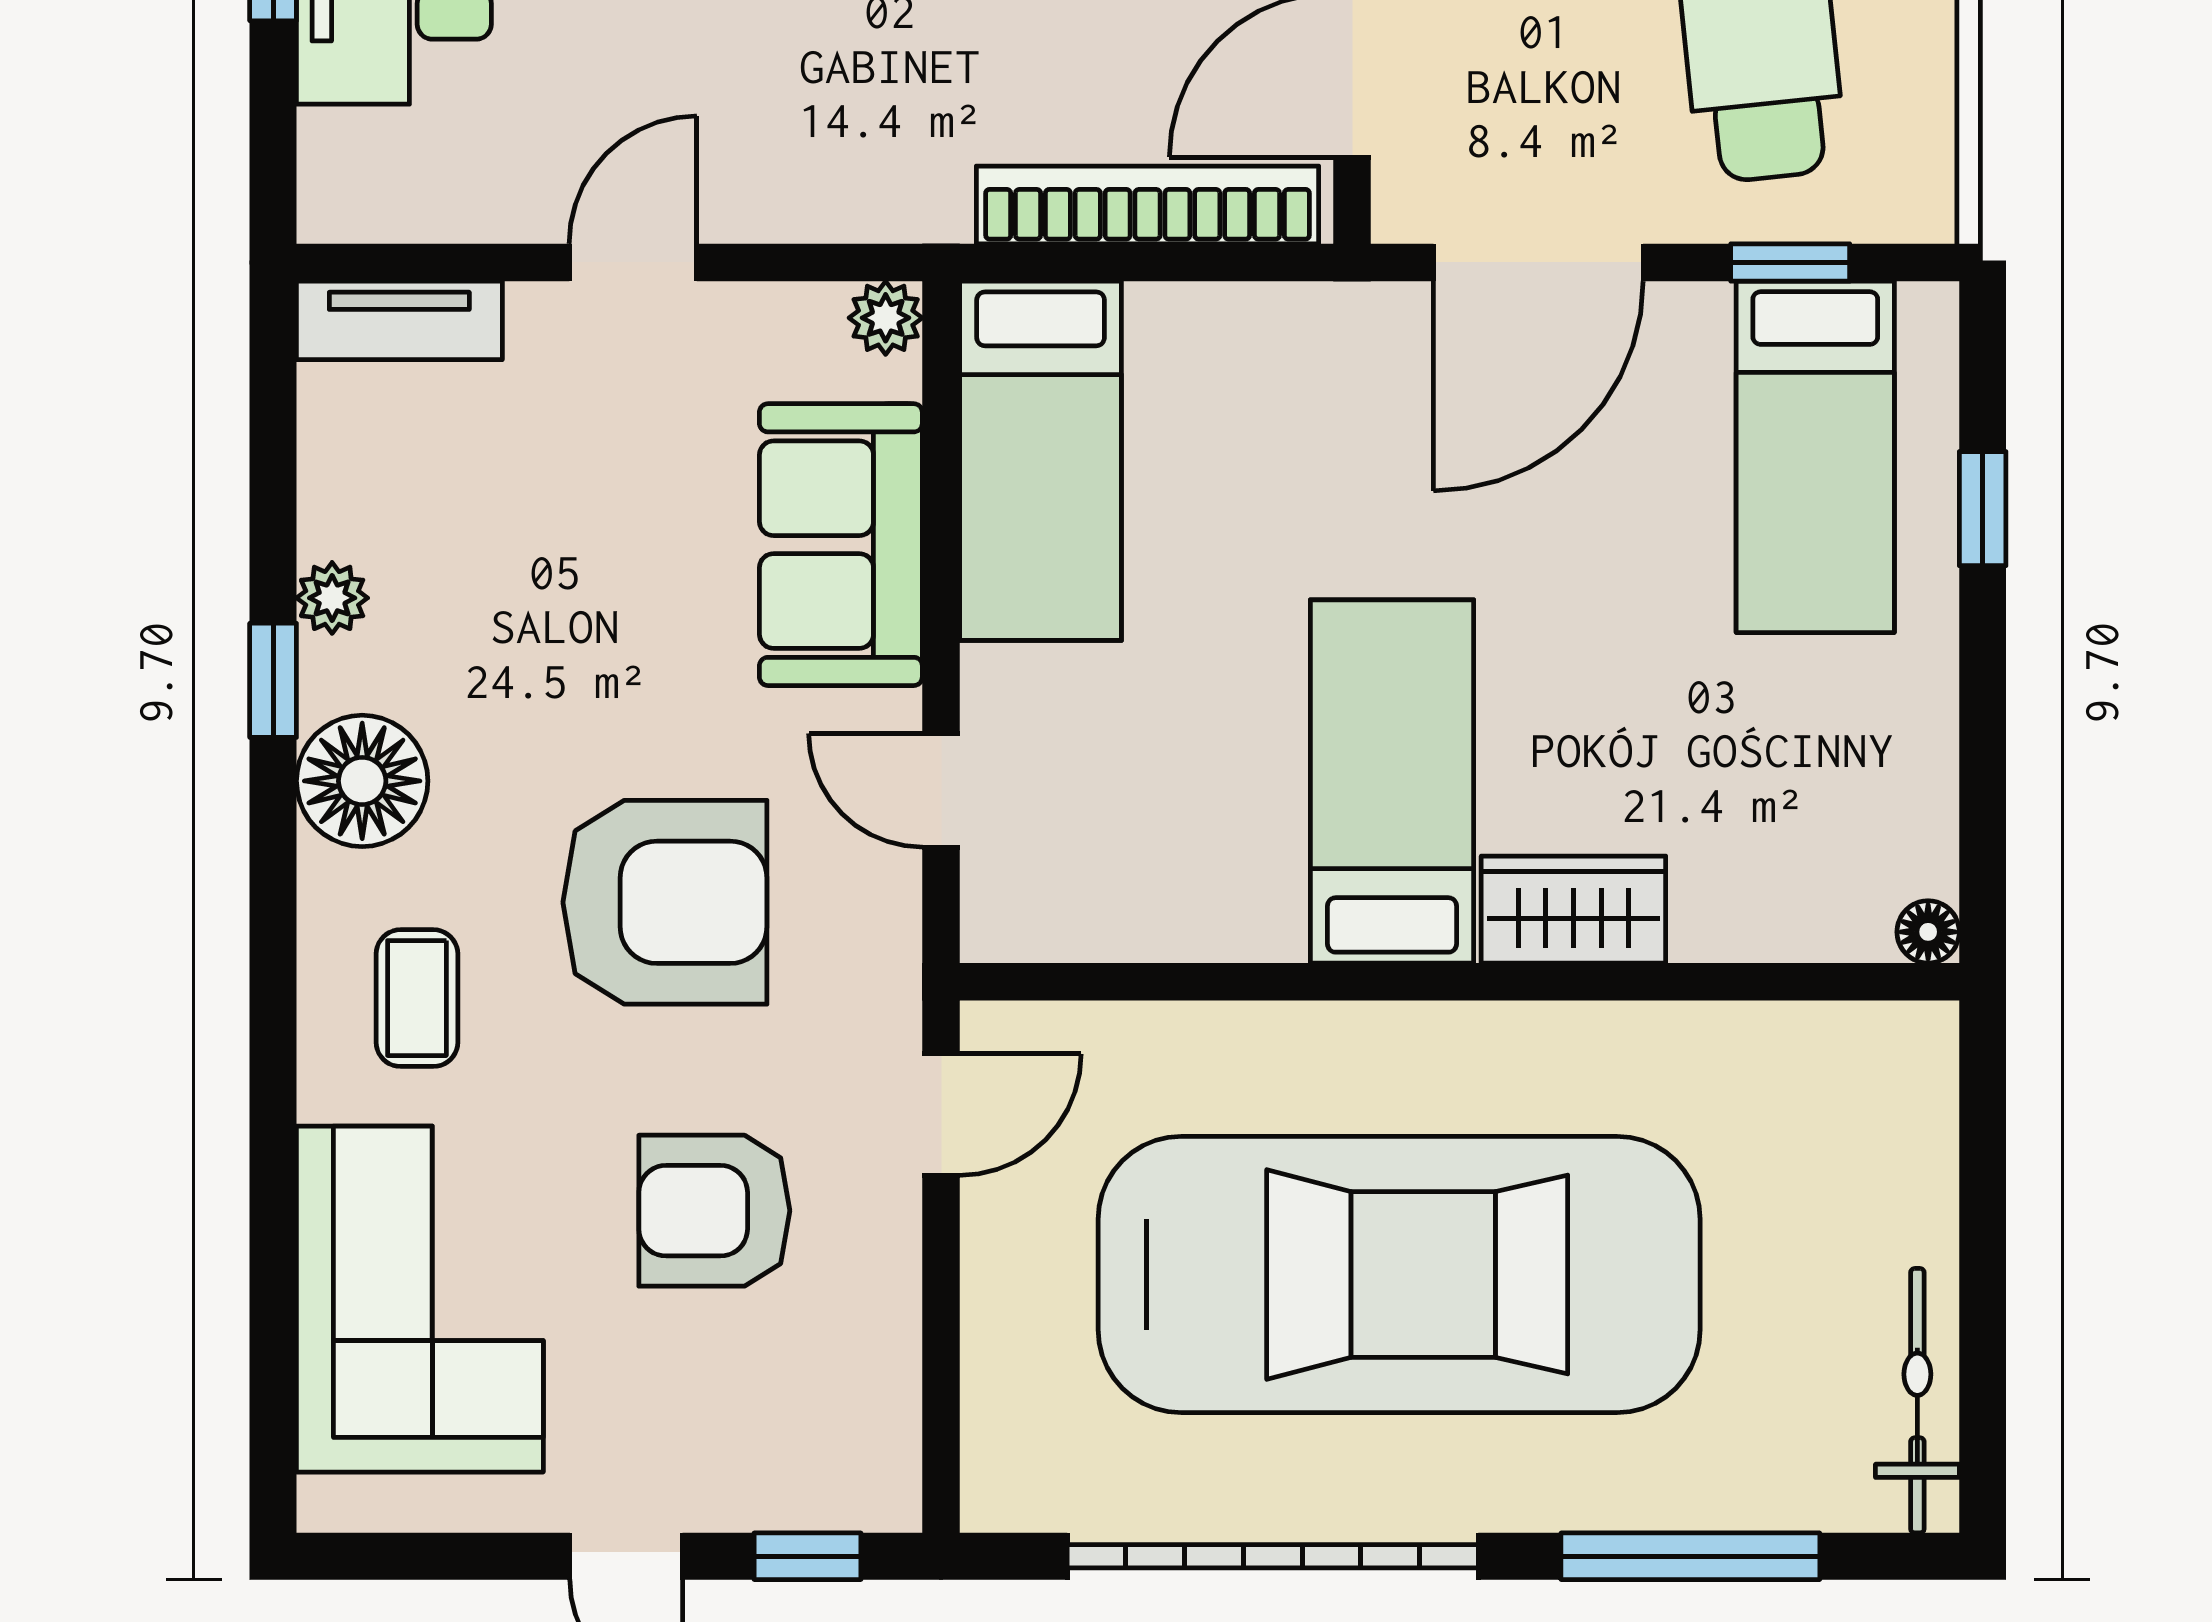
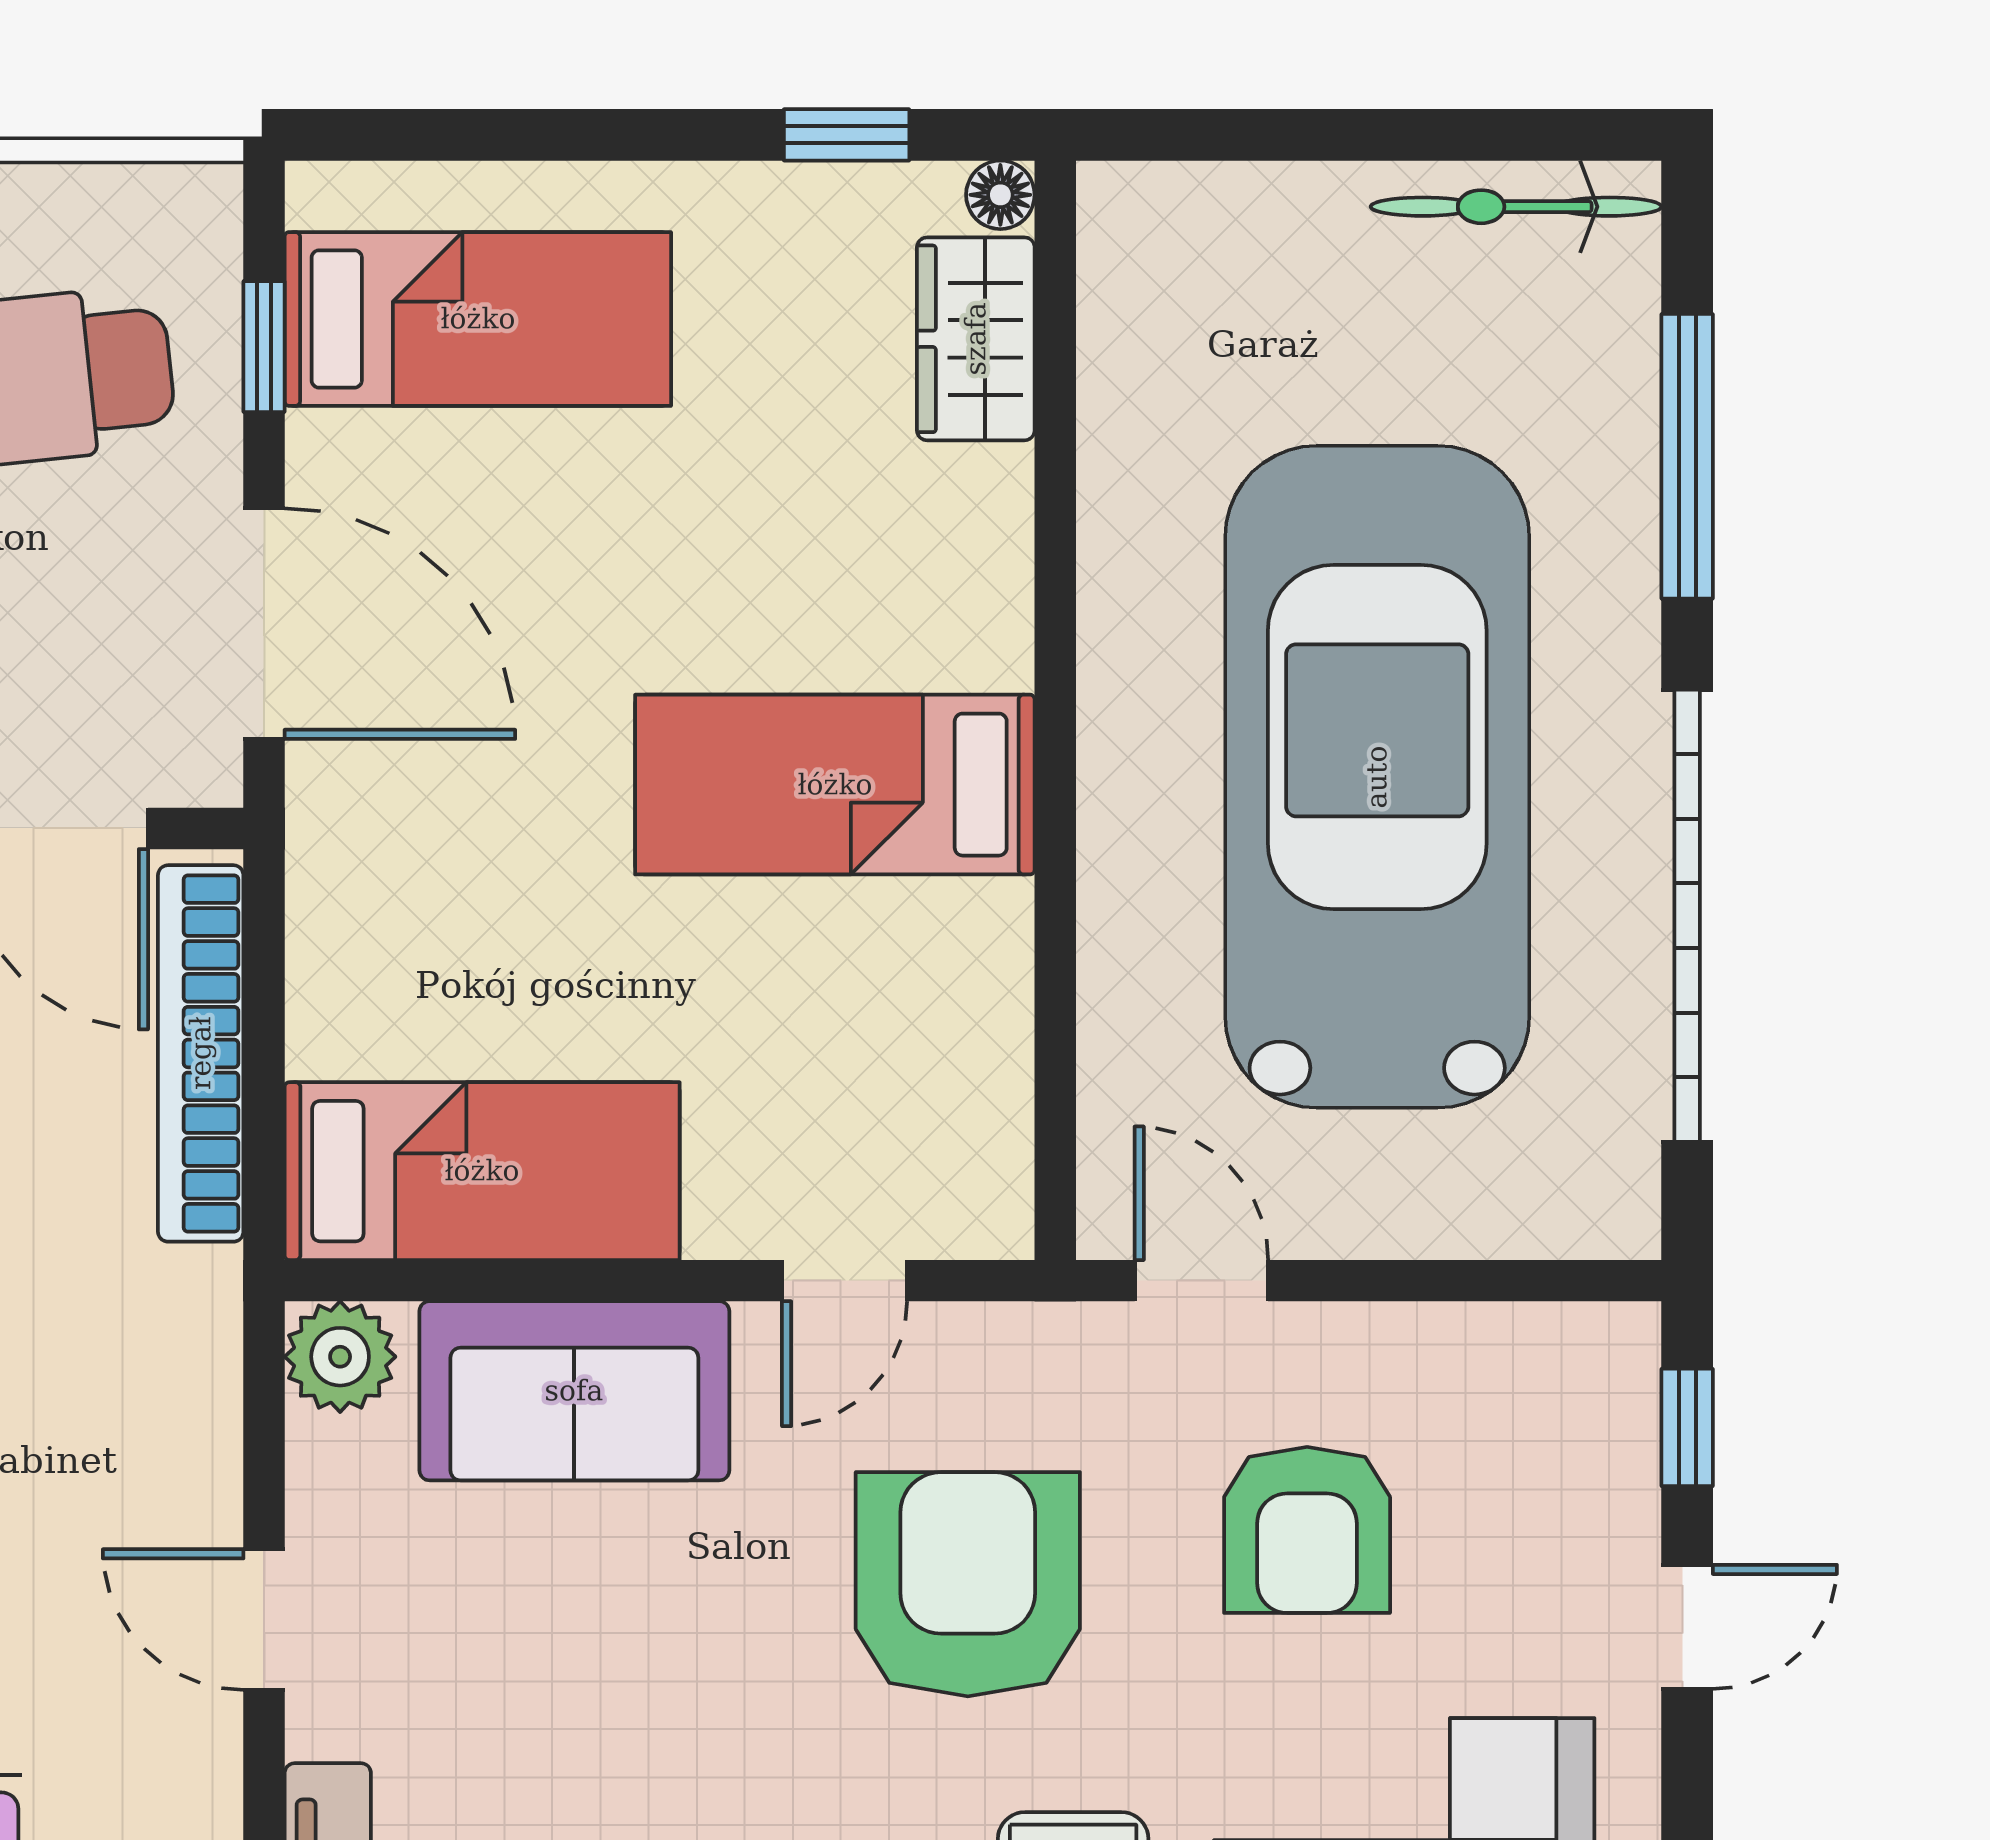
plant: (886, 318) -> (340, 1357), width x1.38, depth x1.38
window: (1983, 509) -> (847, 135), moved
wardrobe: (1573, 910) -> (976, 339), moved

